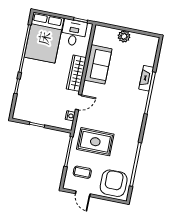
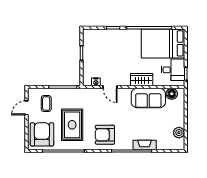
plant: (124, 36) -> (179, 133), moved
floor lamp: (99, 39) -> (172, 94), added
wardrobe: (76, 73) -> (142, 80), width x0.67
armchair: (127, 118) -> (105, 135), added
rug: (95, 142) -> (72, 125), moved
armchair: (114, 183) -> (42, 134), turned -90

